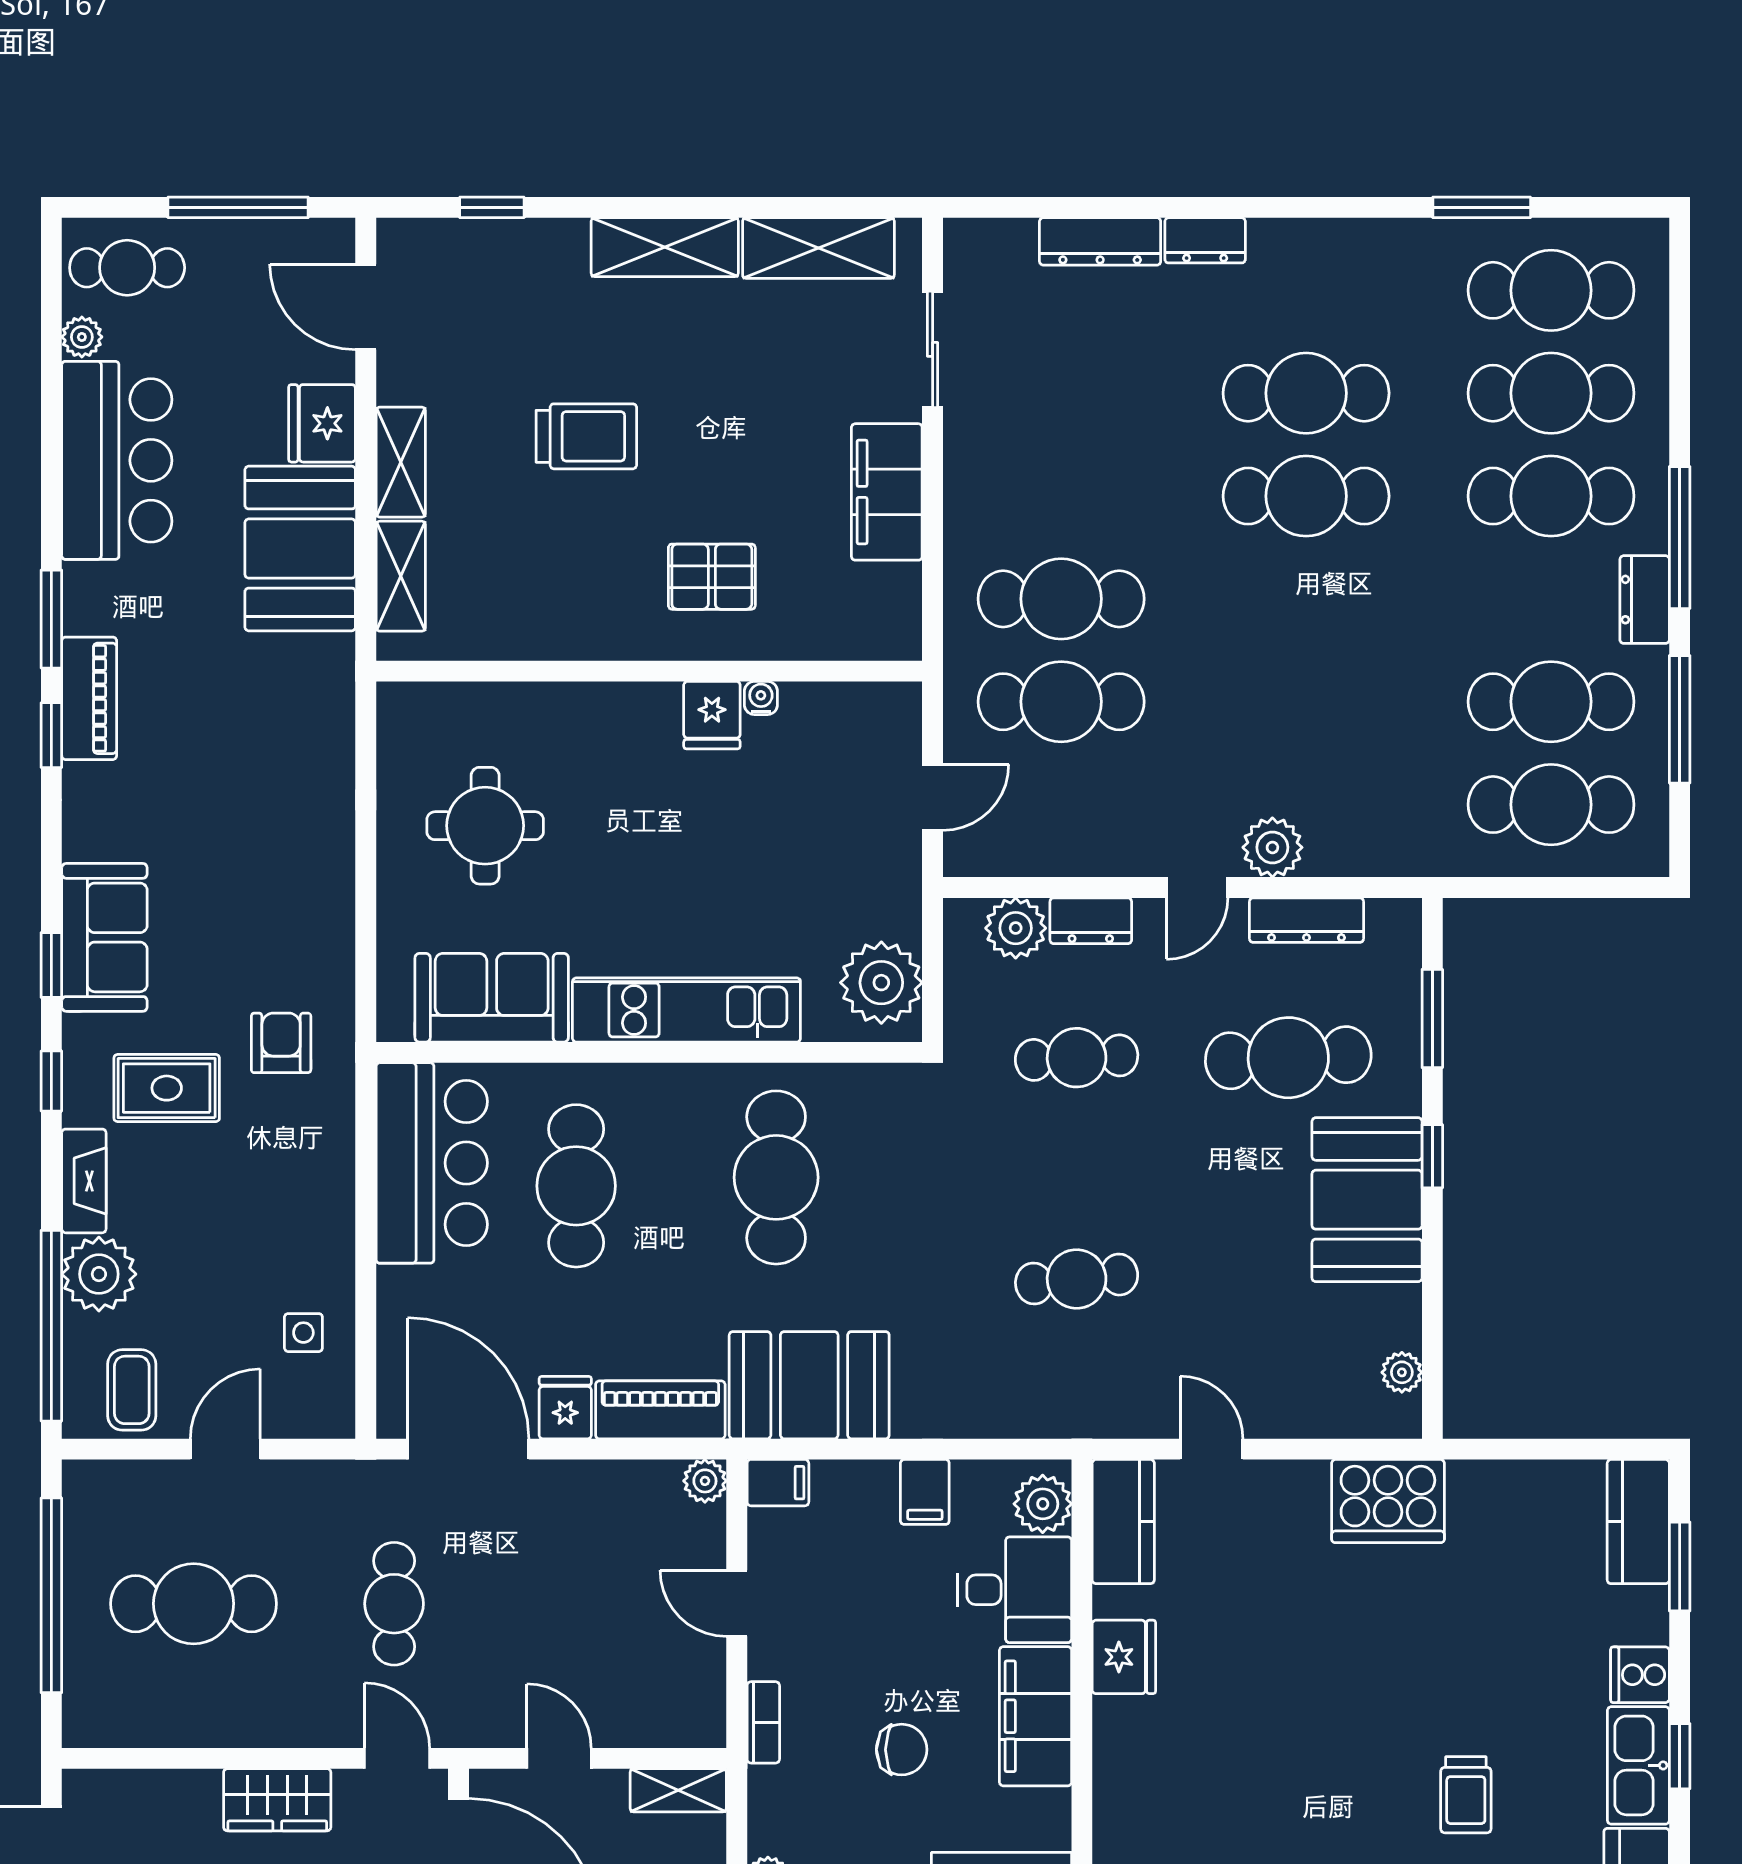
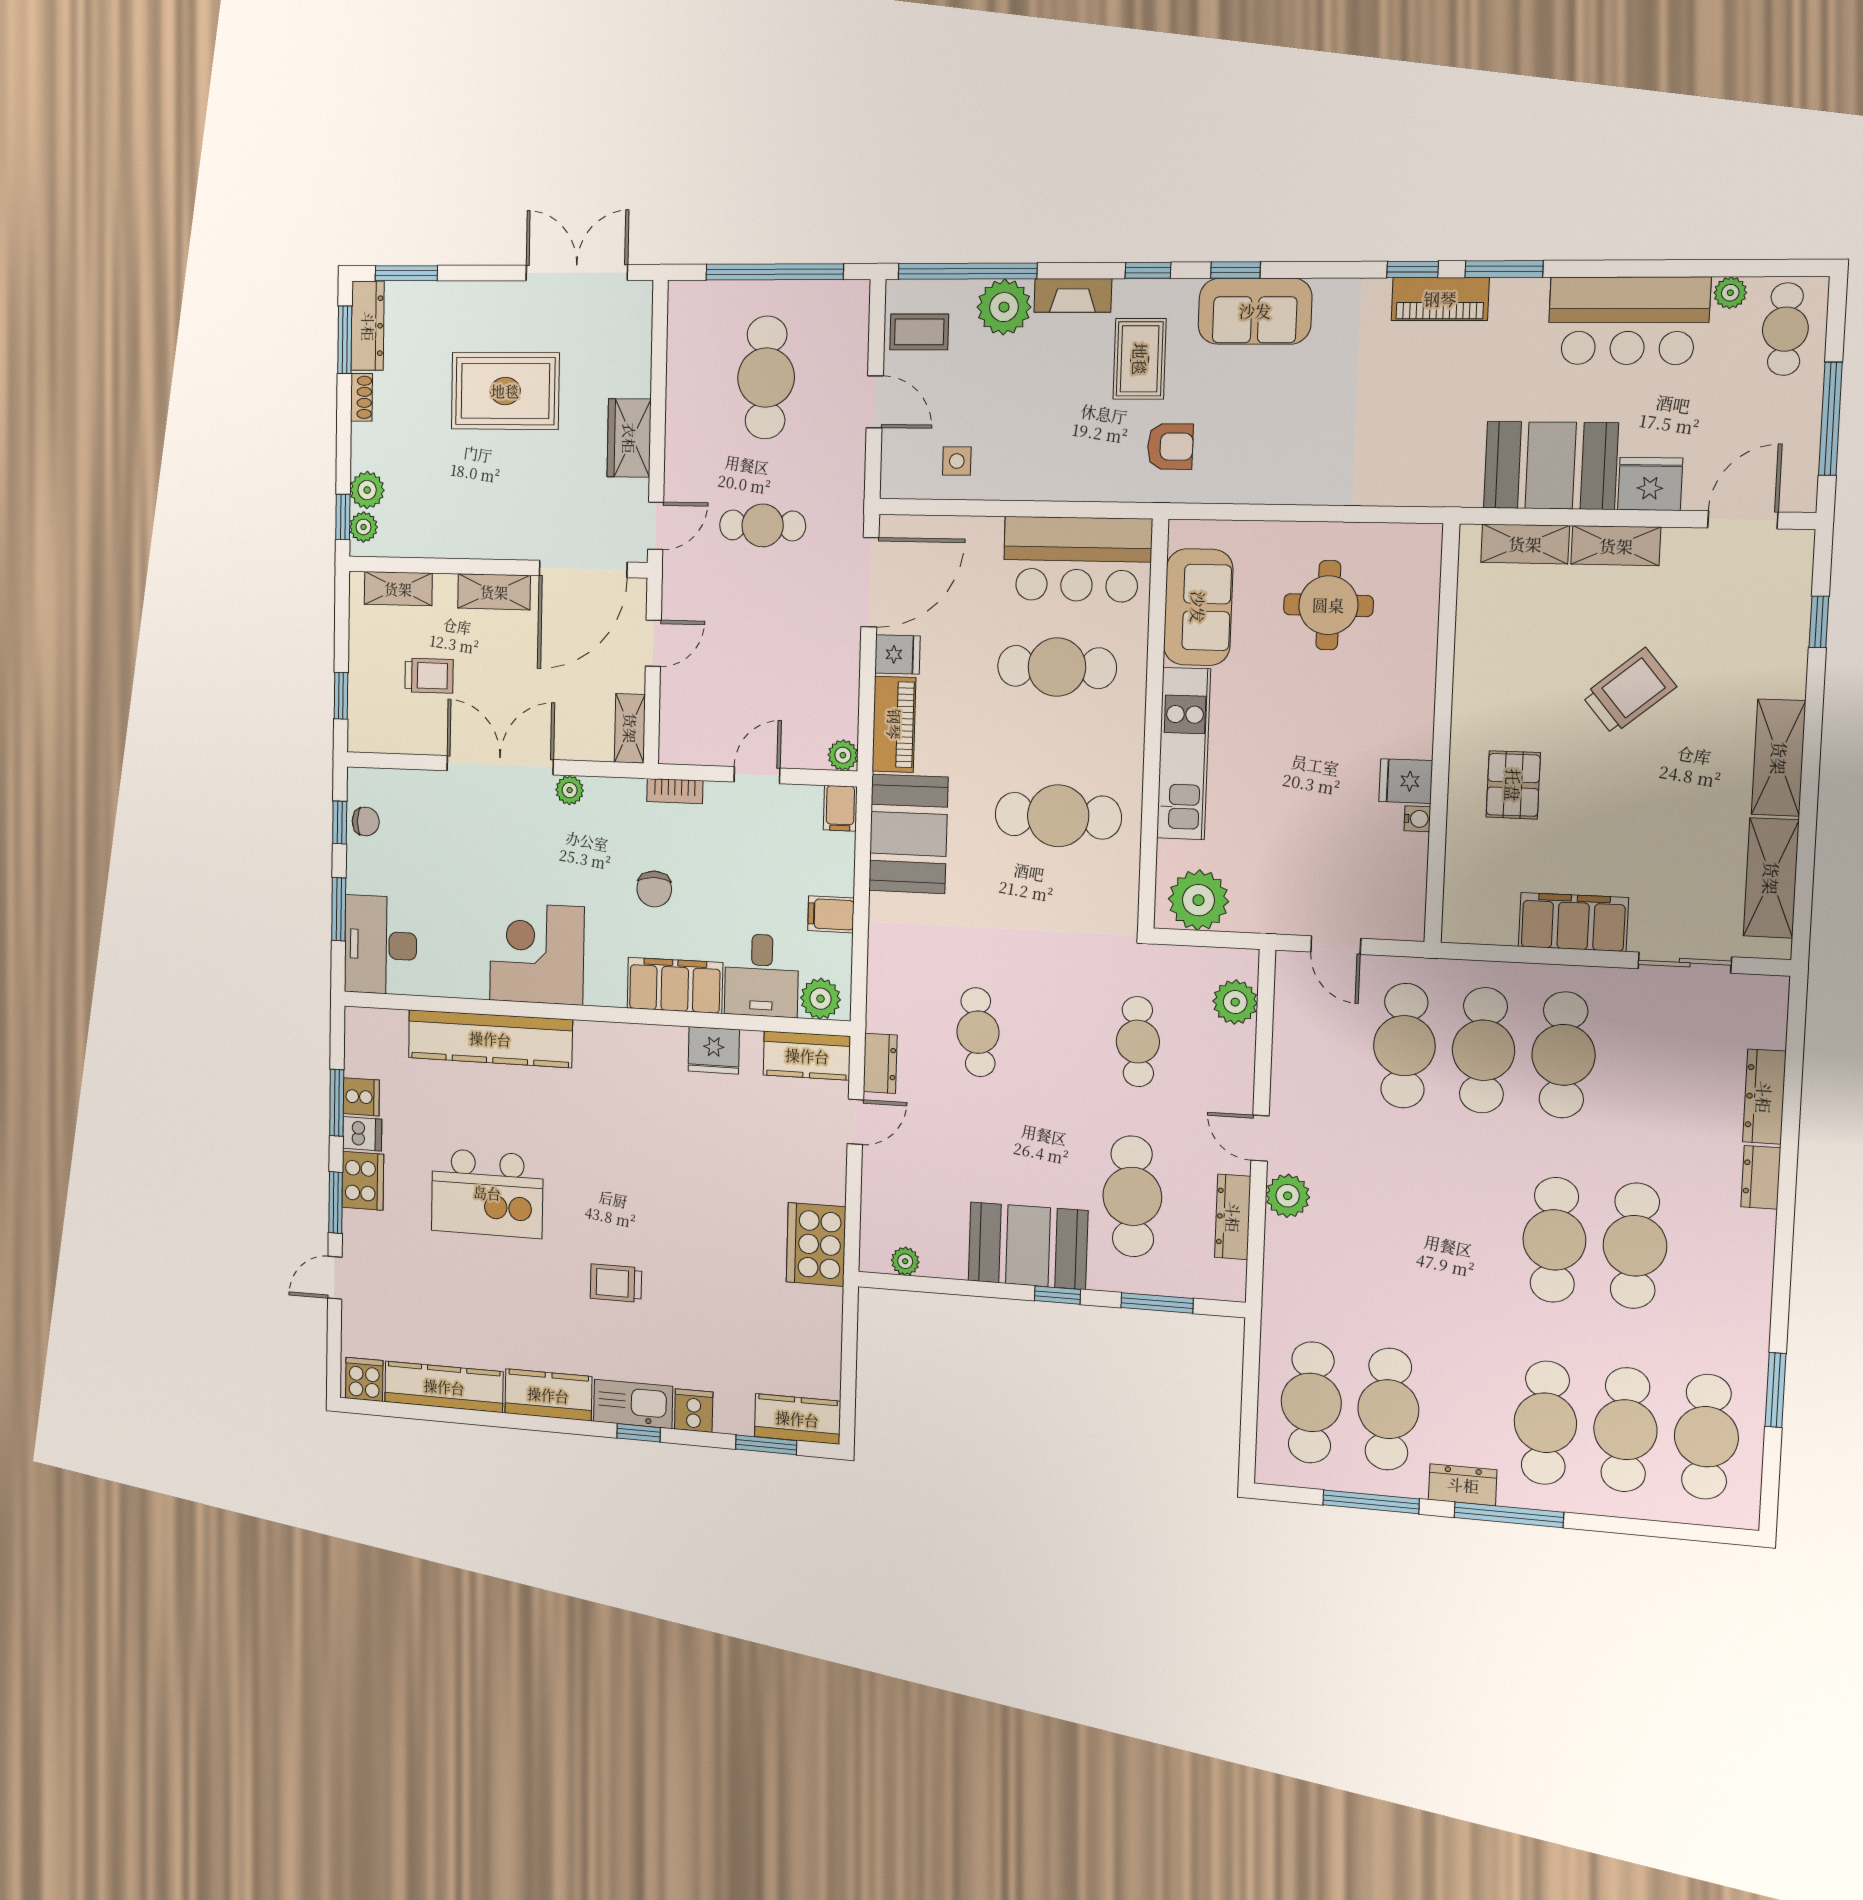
trolley: (586, 436) -> (1629, 691), turned -130
cafe table: (1061, 496) -> (1563, 1055), added
dresser: (1091, 921) -> (880, 1063), moved, turned 180

